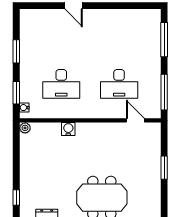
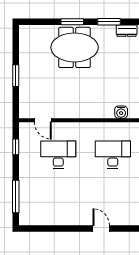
window: (164, 92) -> (16, 147), width x0.46
water cooler: (68, 129) -> (121, 112), moved

